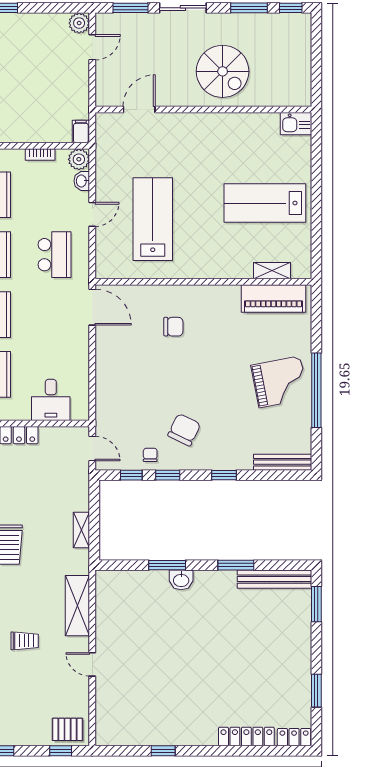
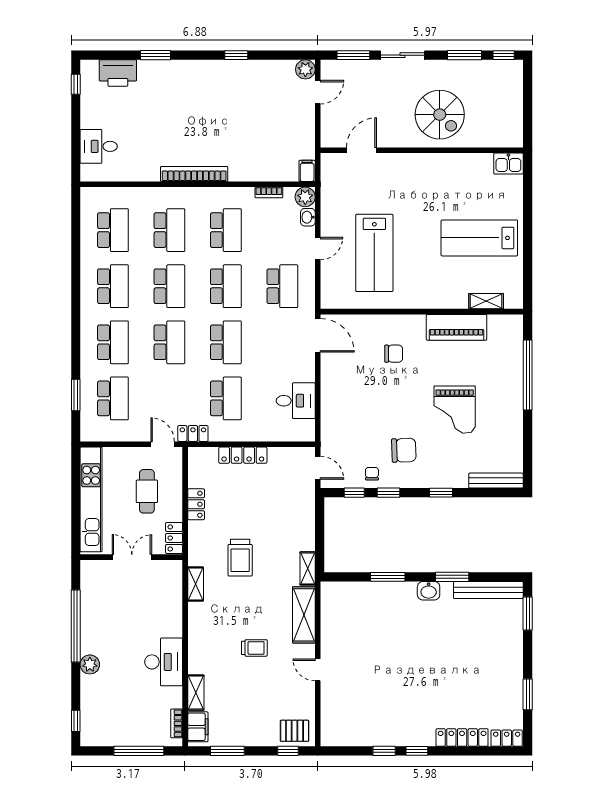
lab bench: (153, 219) -> (374, 253), turned 180
piano: (274, 299) -> (457, 327), moved
grand piano: (280, 382) -> (455, 410), moved, turned 101
window: (316, 390) -> (528, 375), moved
desk: (51, 400) -> (296, 401), moved, turned -90
chair: (184, 430) -> (404, 450), turned 62
shelving: (81, 530) -> (308, 568), moved
washbasin: (181, 580) -> (429, 591), moved
window: (198, 751) -> (417, 751), added

